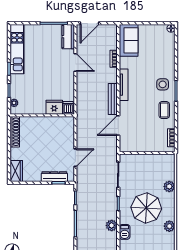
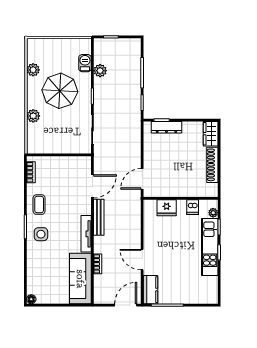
sofa: (129, 40) -> (80, 279), width x1.36
kitchen unit: (17, 49) -> (210, 247), moved
dishwasher: (68, 108) -> (193, 207), moved
shoe rack: (15, 132) -> (212, 165), moved
door: (75, 158) -> (142, 179), moved

